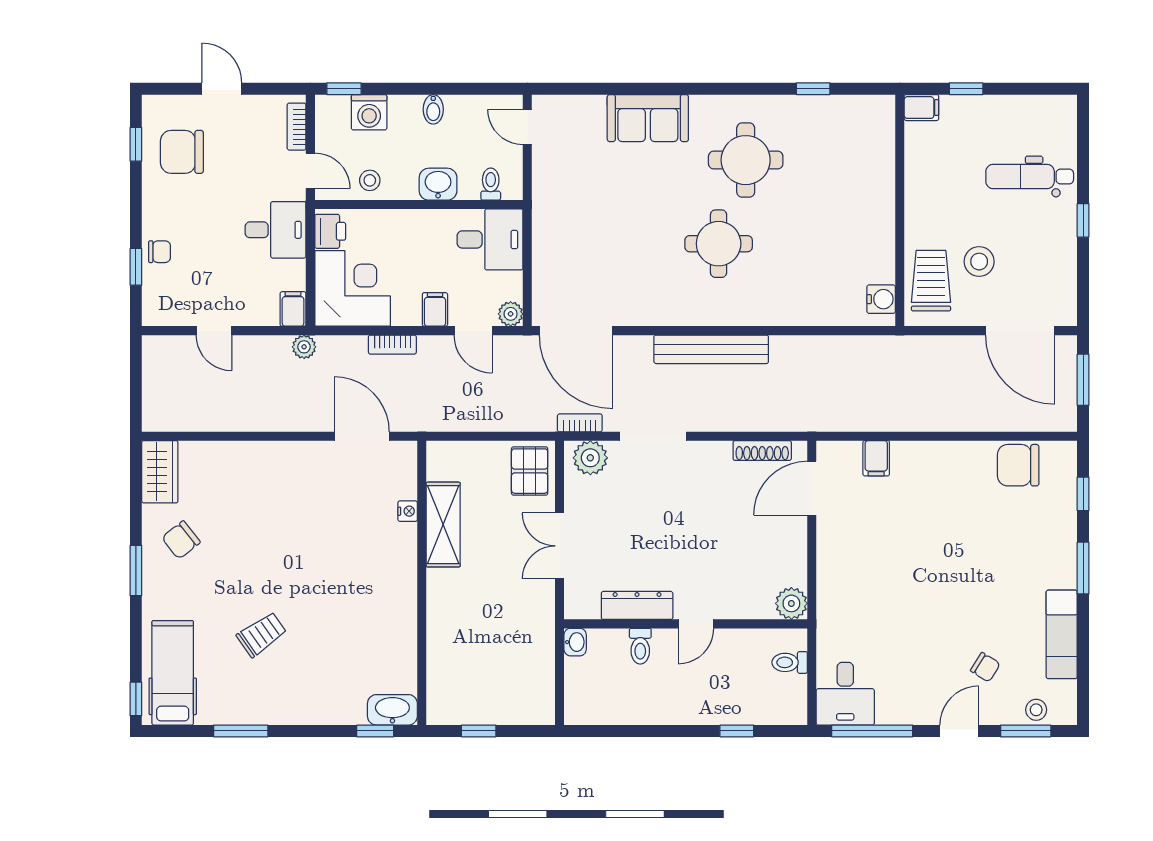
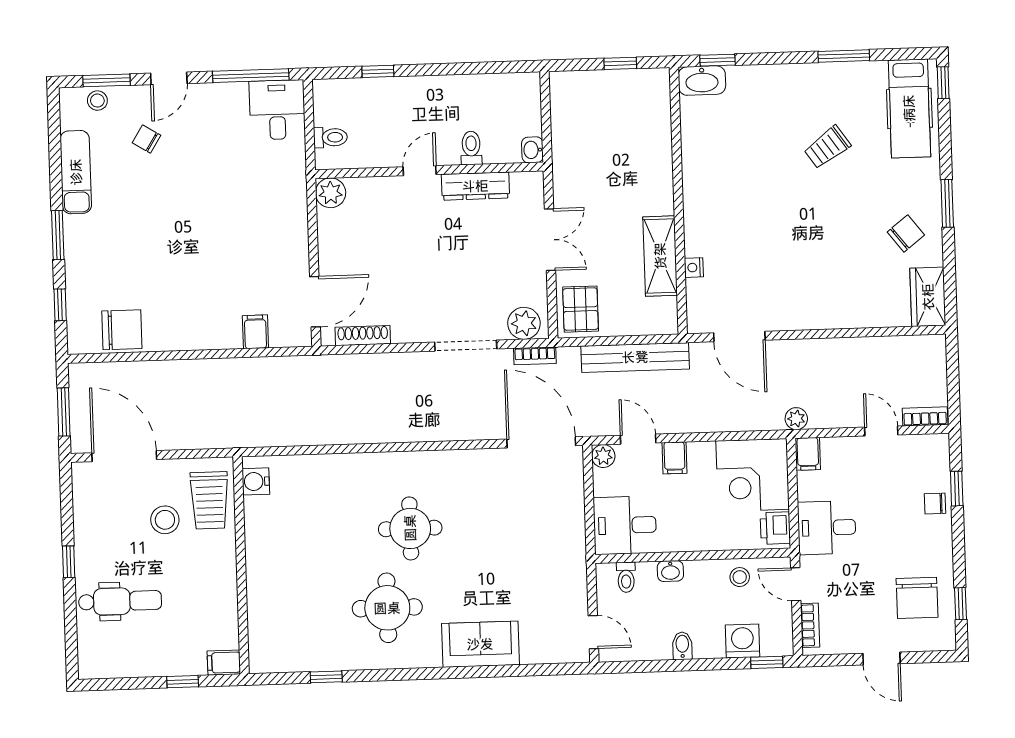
chair: (182, 152) -> (917, 598), turned 90
washbasin: (438, 184) -> (670, 571), width x0.72, depth x0.69
bookcase: (392, 345) -> (925, 416), moved
bench: (711, 349) -> (635, 357), moved

